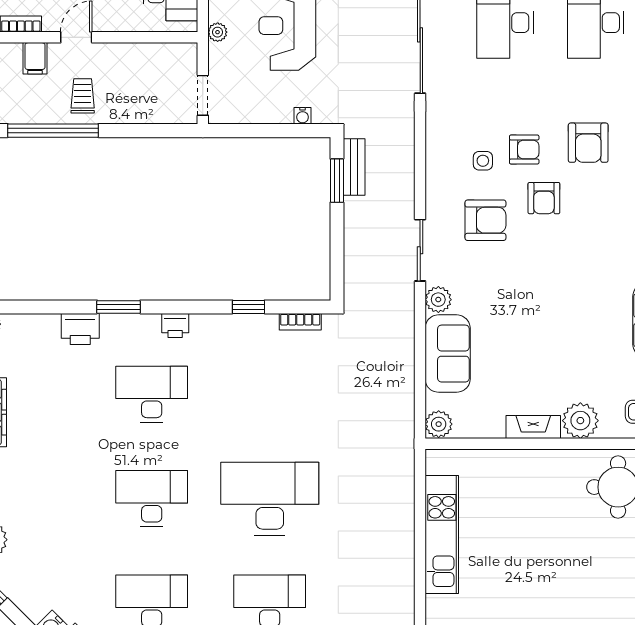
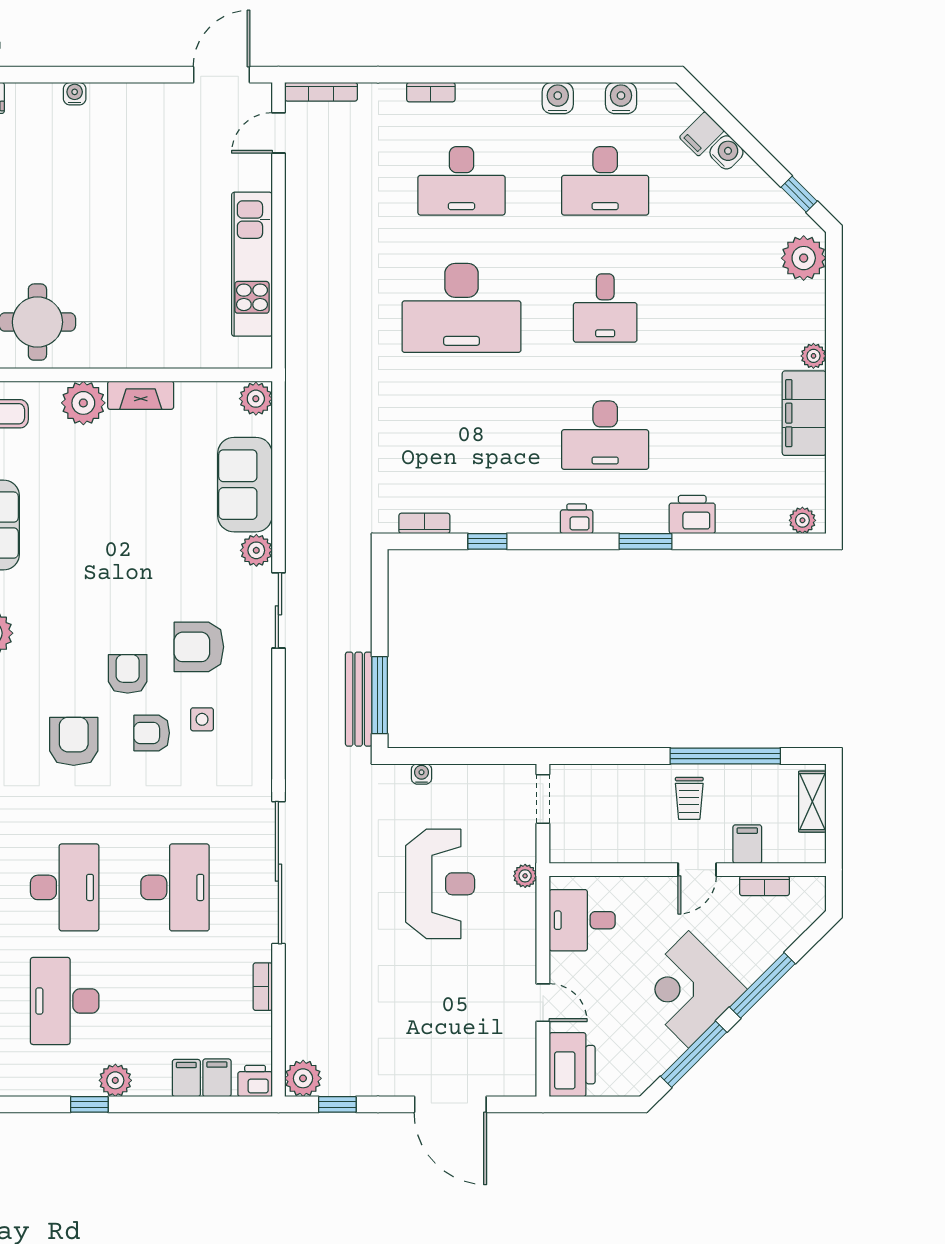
bench: (354, 167) -> (359, 699), width x1.36
window: (337, 181) -> (380, 695), width x1.44
desk: (152, 499) -> (605, 308), width x0.73

